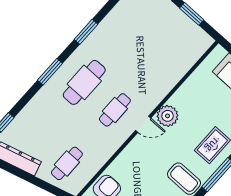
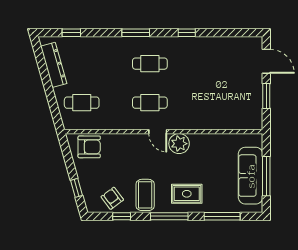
window: (86, 32) -> (187, 33), width x0.67
cafe table: (84, 82) -> (150, 64), width x0.73, depth x0.74

